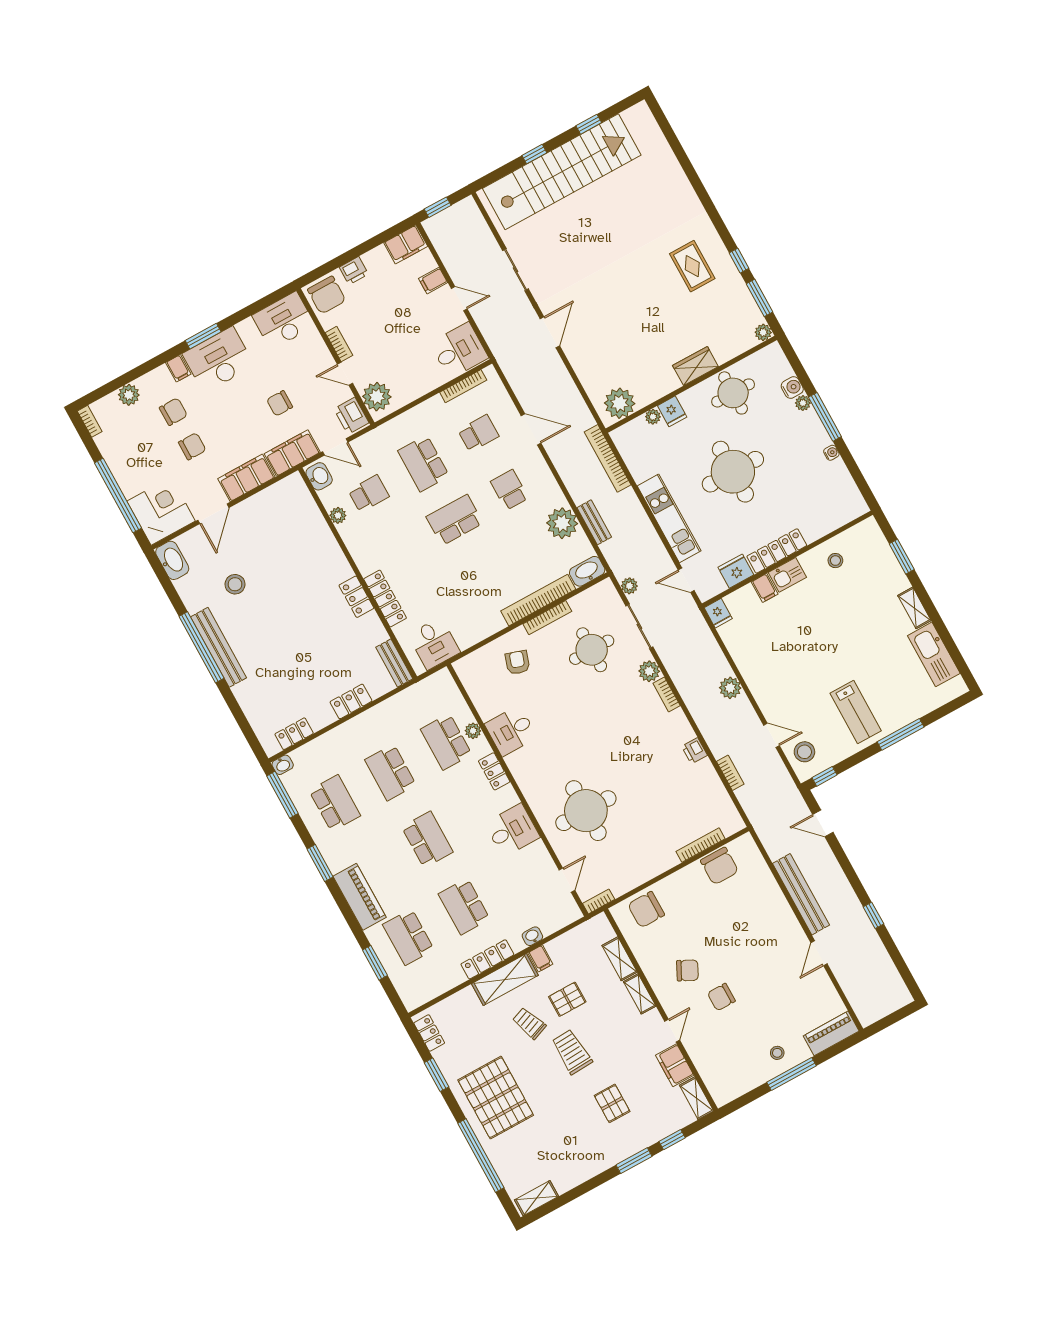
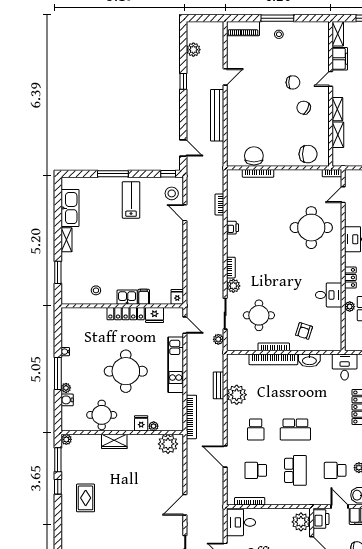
washbasin: (587, 571) -> (309, 360), moved
plant: (730, 688) -> (193, 50), moved

